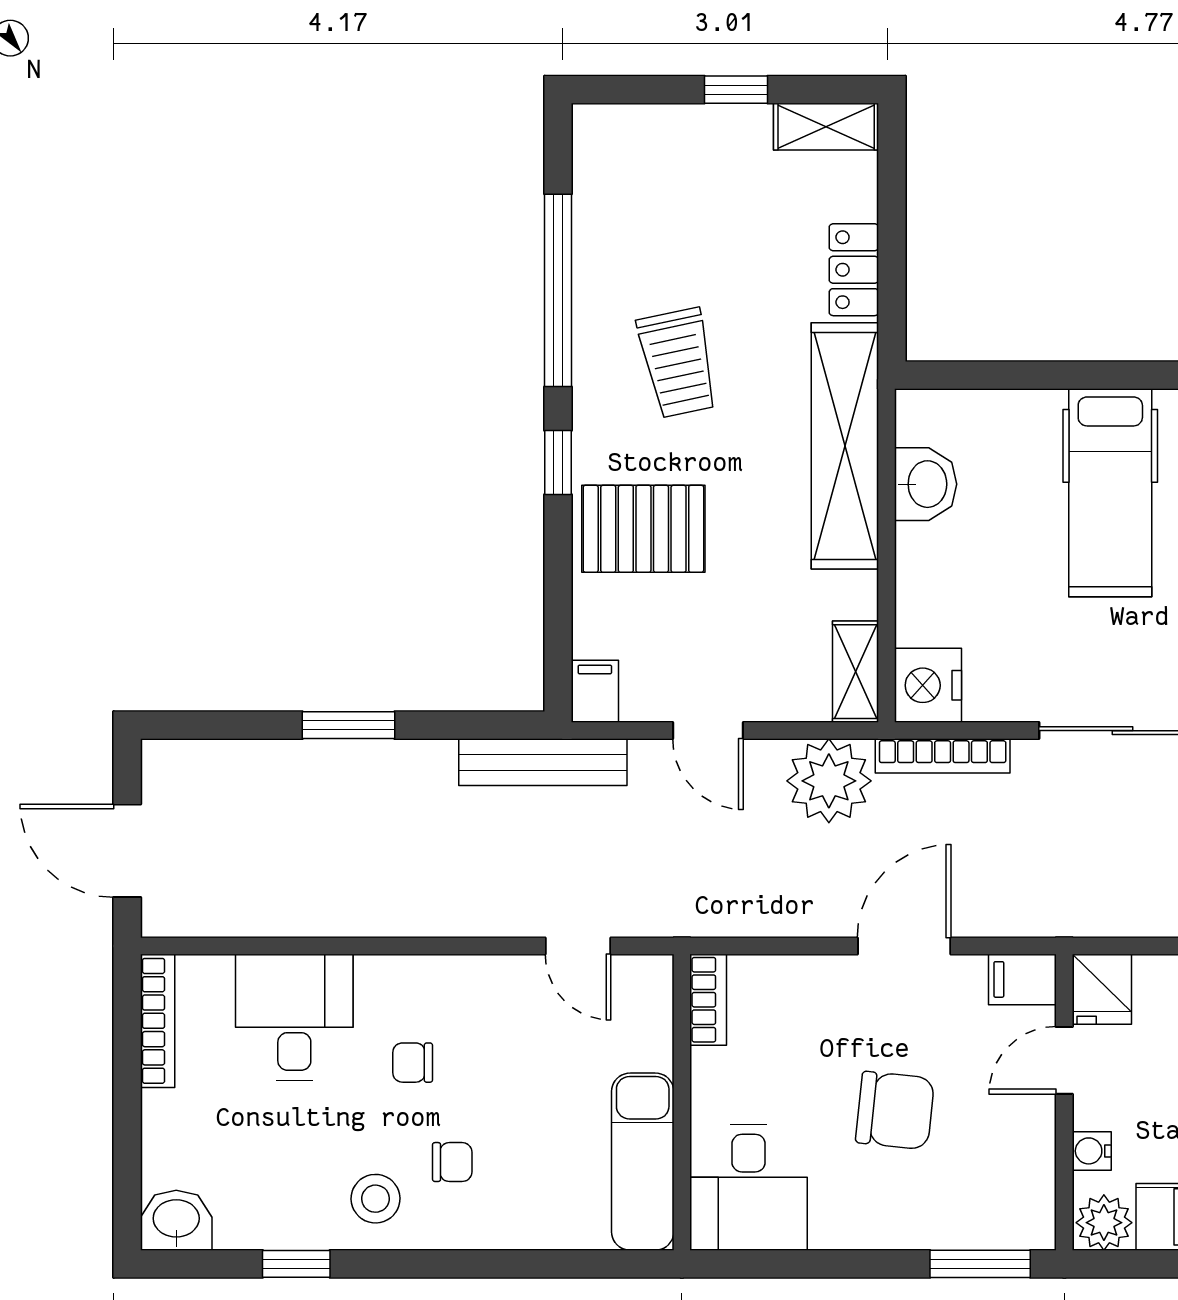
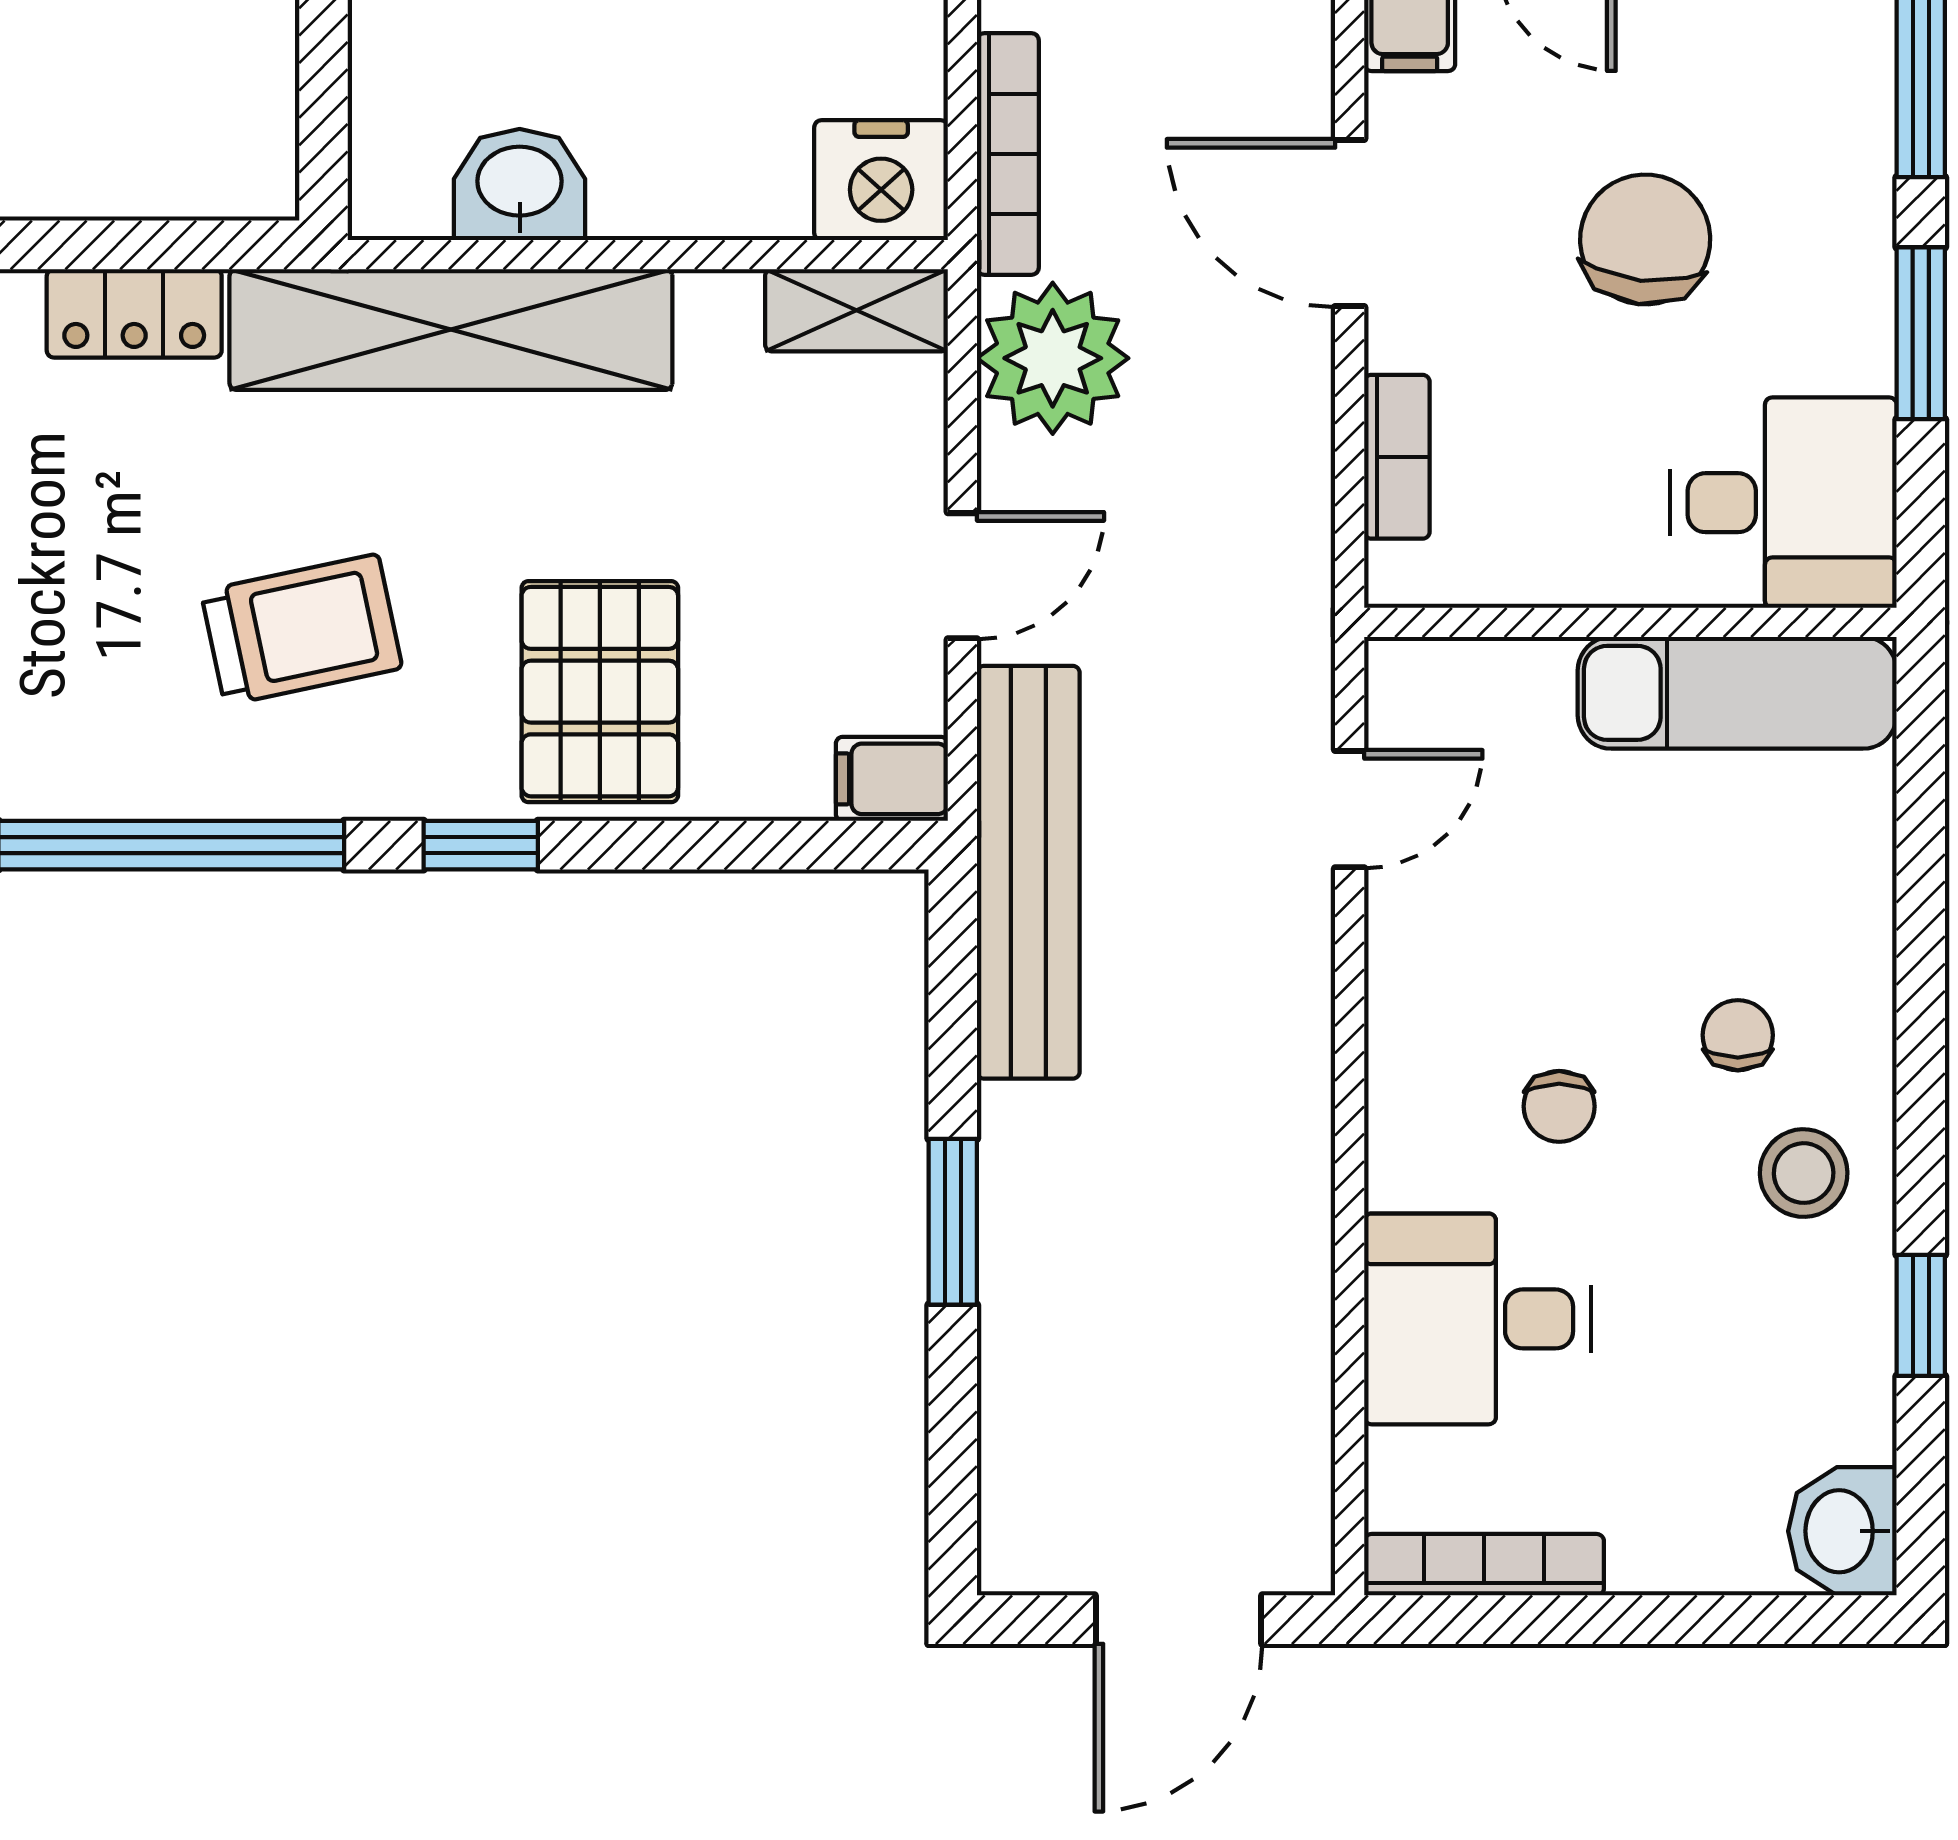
bench: (543, 762) -> (1028, 872), width x1.37, depth x1.21
bookcase: (708, 1000) -> (1397, 457), moved, turned 90
window: (843, 1264) -> (1921, 333), added

